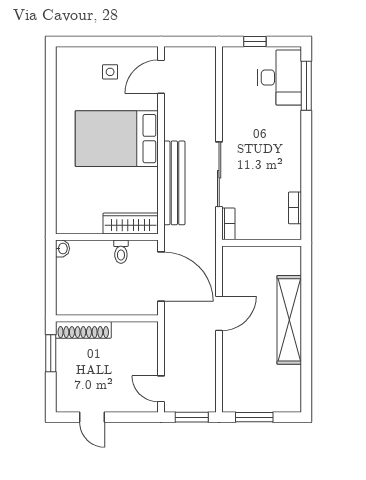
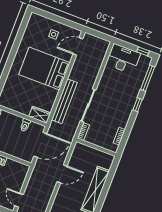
window: (255, 42) -> (143, 51), moved
desk: (280, 78) -> (123, 59), moved, turned -90
window: (306, 140) -> (138, 105), added
wardrobe: (131, 224) -> (40, 115), width x0.67
door: (161, 277) -> (40, 145), hinge flipped

